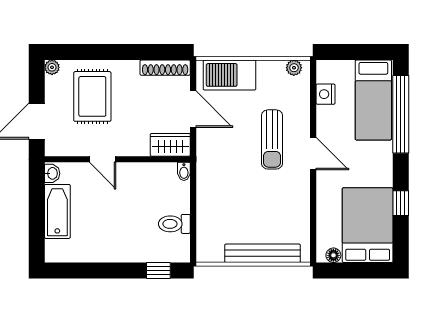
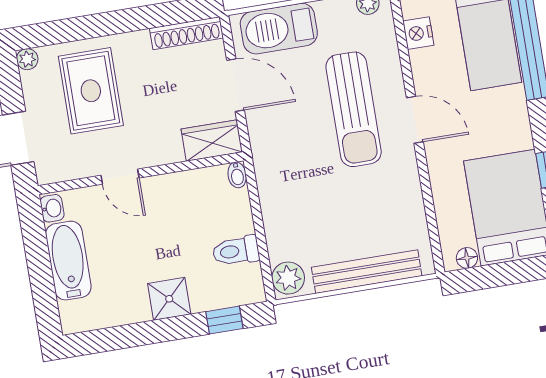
sun lounger: (272, 139) -> (354, 109), width x1.36, depth x1.34
shower: (123, 249) -> (169, 299), added
plant: (207, 249) -> (288, 278), added

